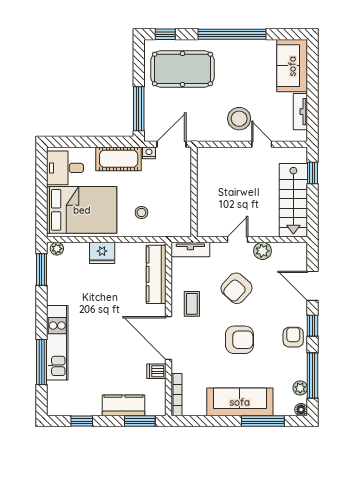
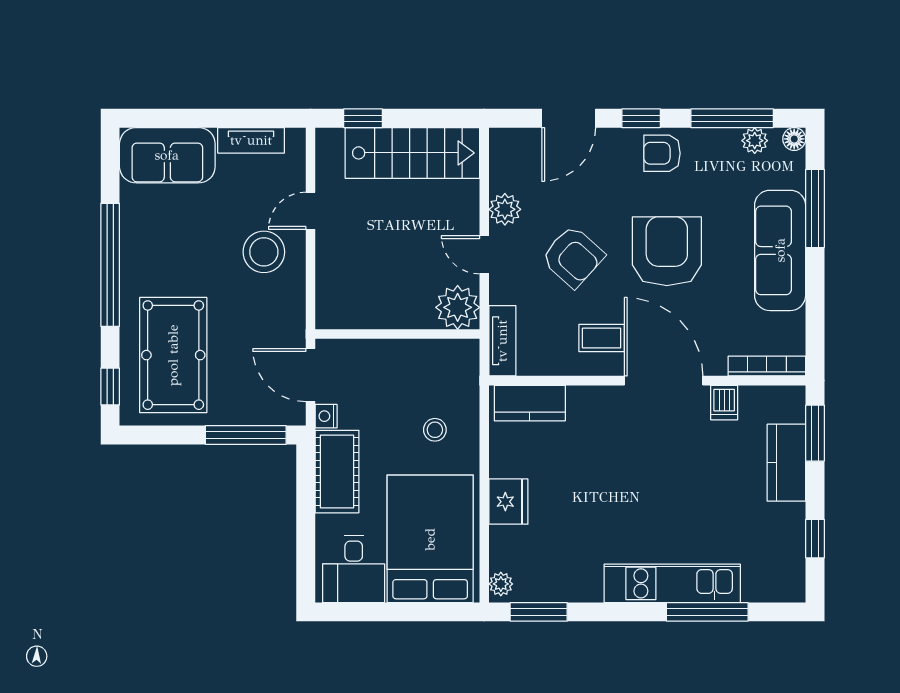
plant: (209, 225) -> (458, 307), added
kitchen counter: (156, 274) -> (530, 403), width x0.67
door: (168, 338) -> (664, 381), swing flipped
armchair: (239, 340) -> (667, 251), width x1.36, depth x1.36

